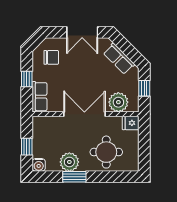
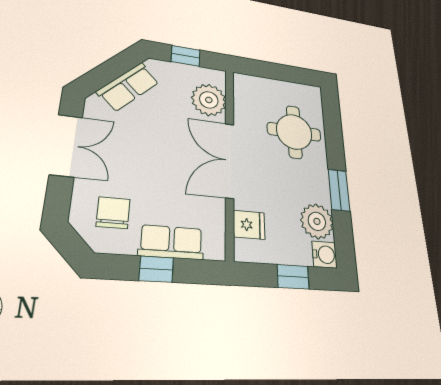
row of seats: (39, 97) -> (171, 242), moved
fridge: (131, 123) -> (249, 225), moved, turned -90
plant: (69, 162) -> (317, 221), moved

